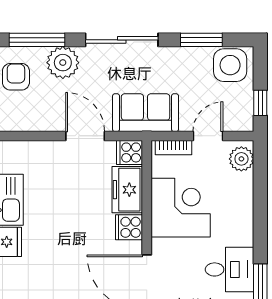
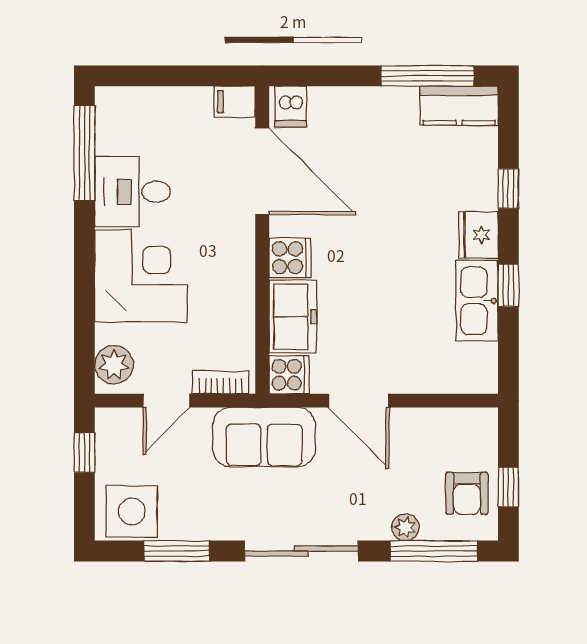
plant: (63, 63) -> (405, 527), width x0.53, depth x0.53
corner desk: (181, 208) -> (141, 276), moved, turned 180

